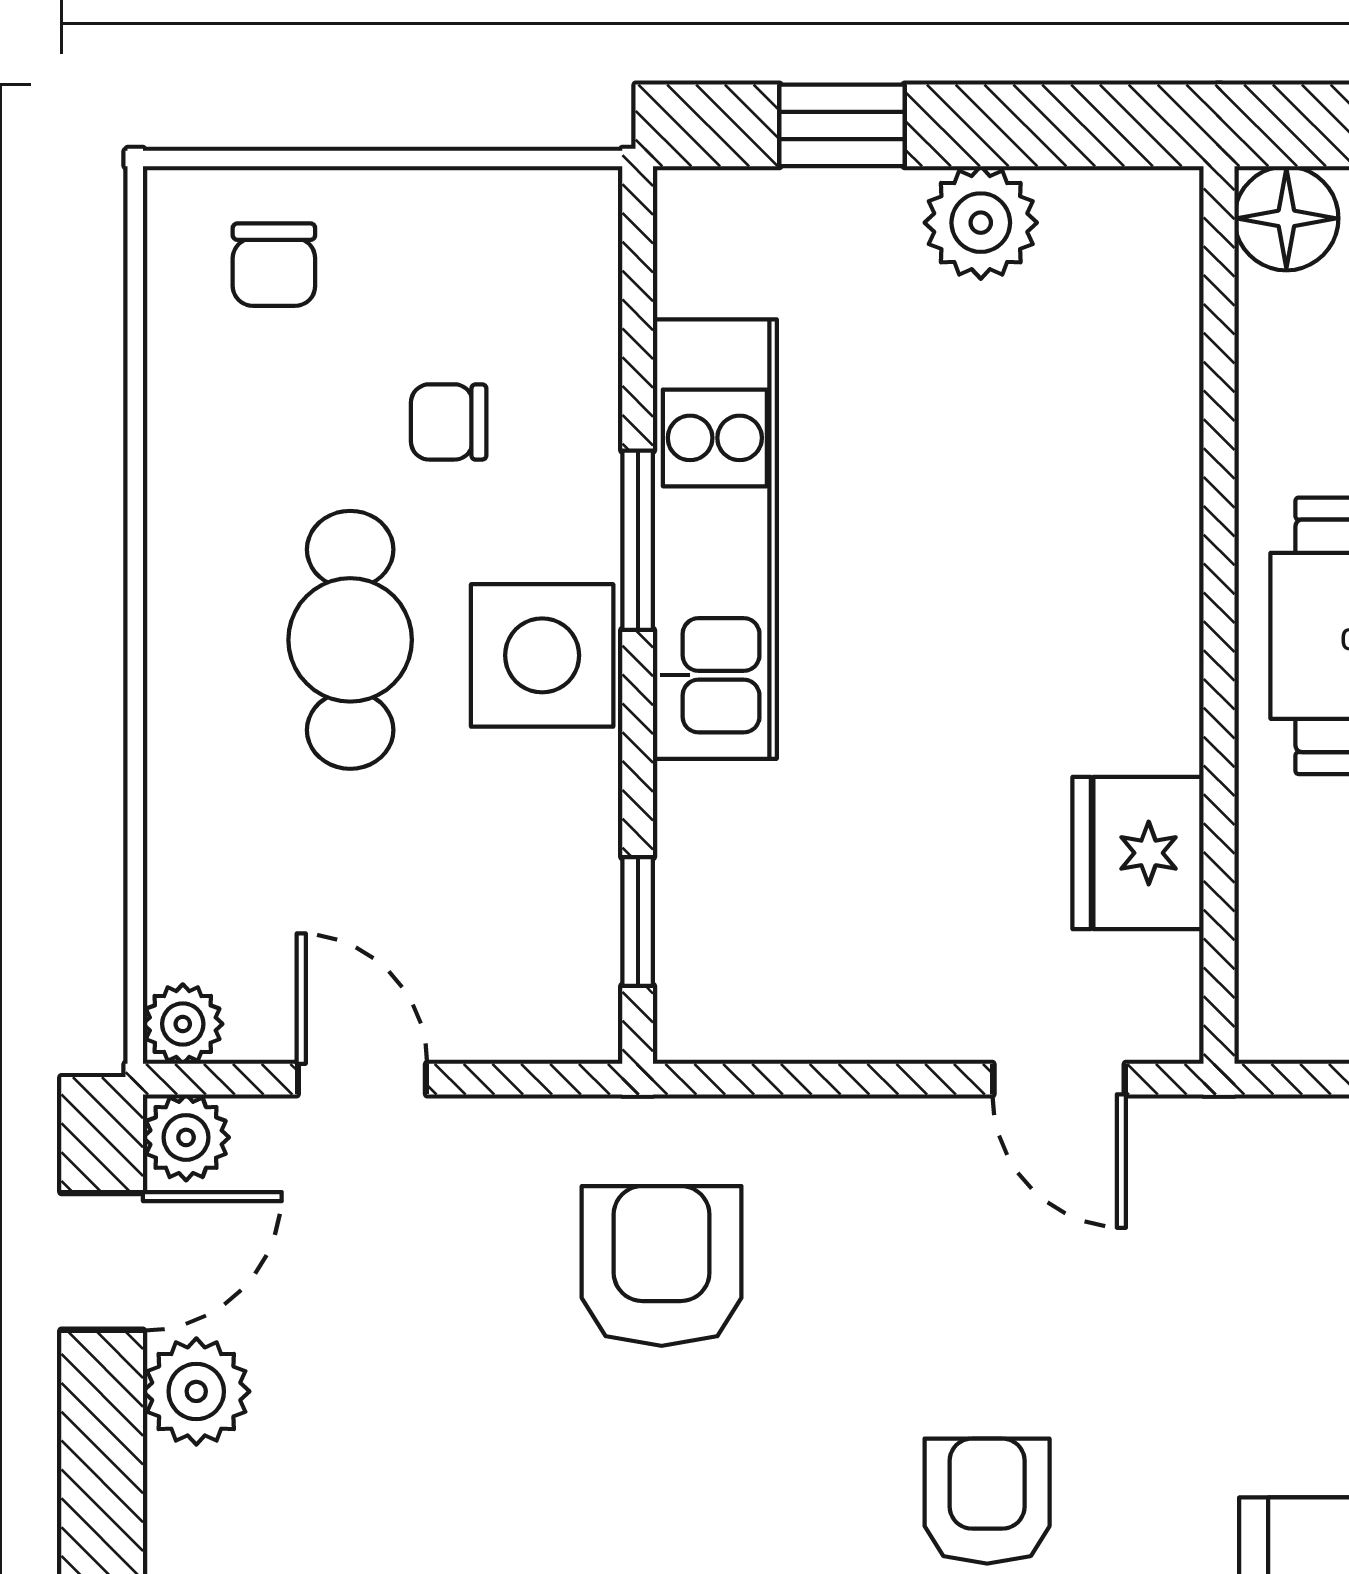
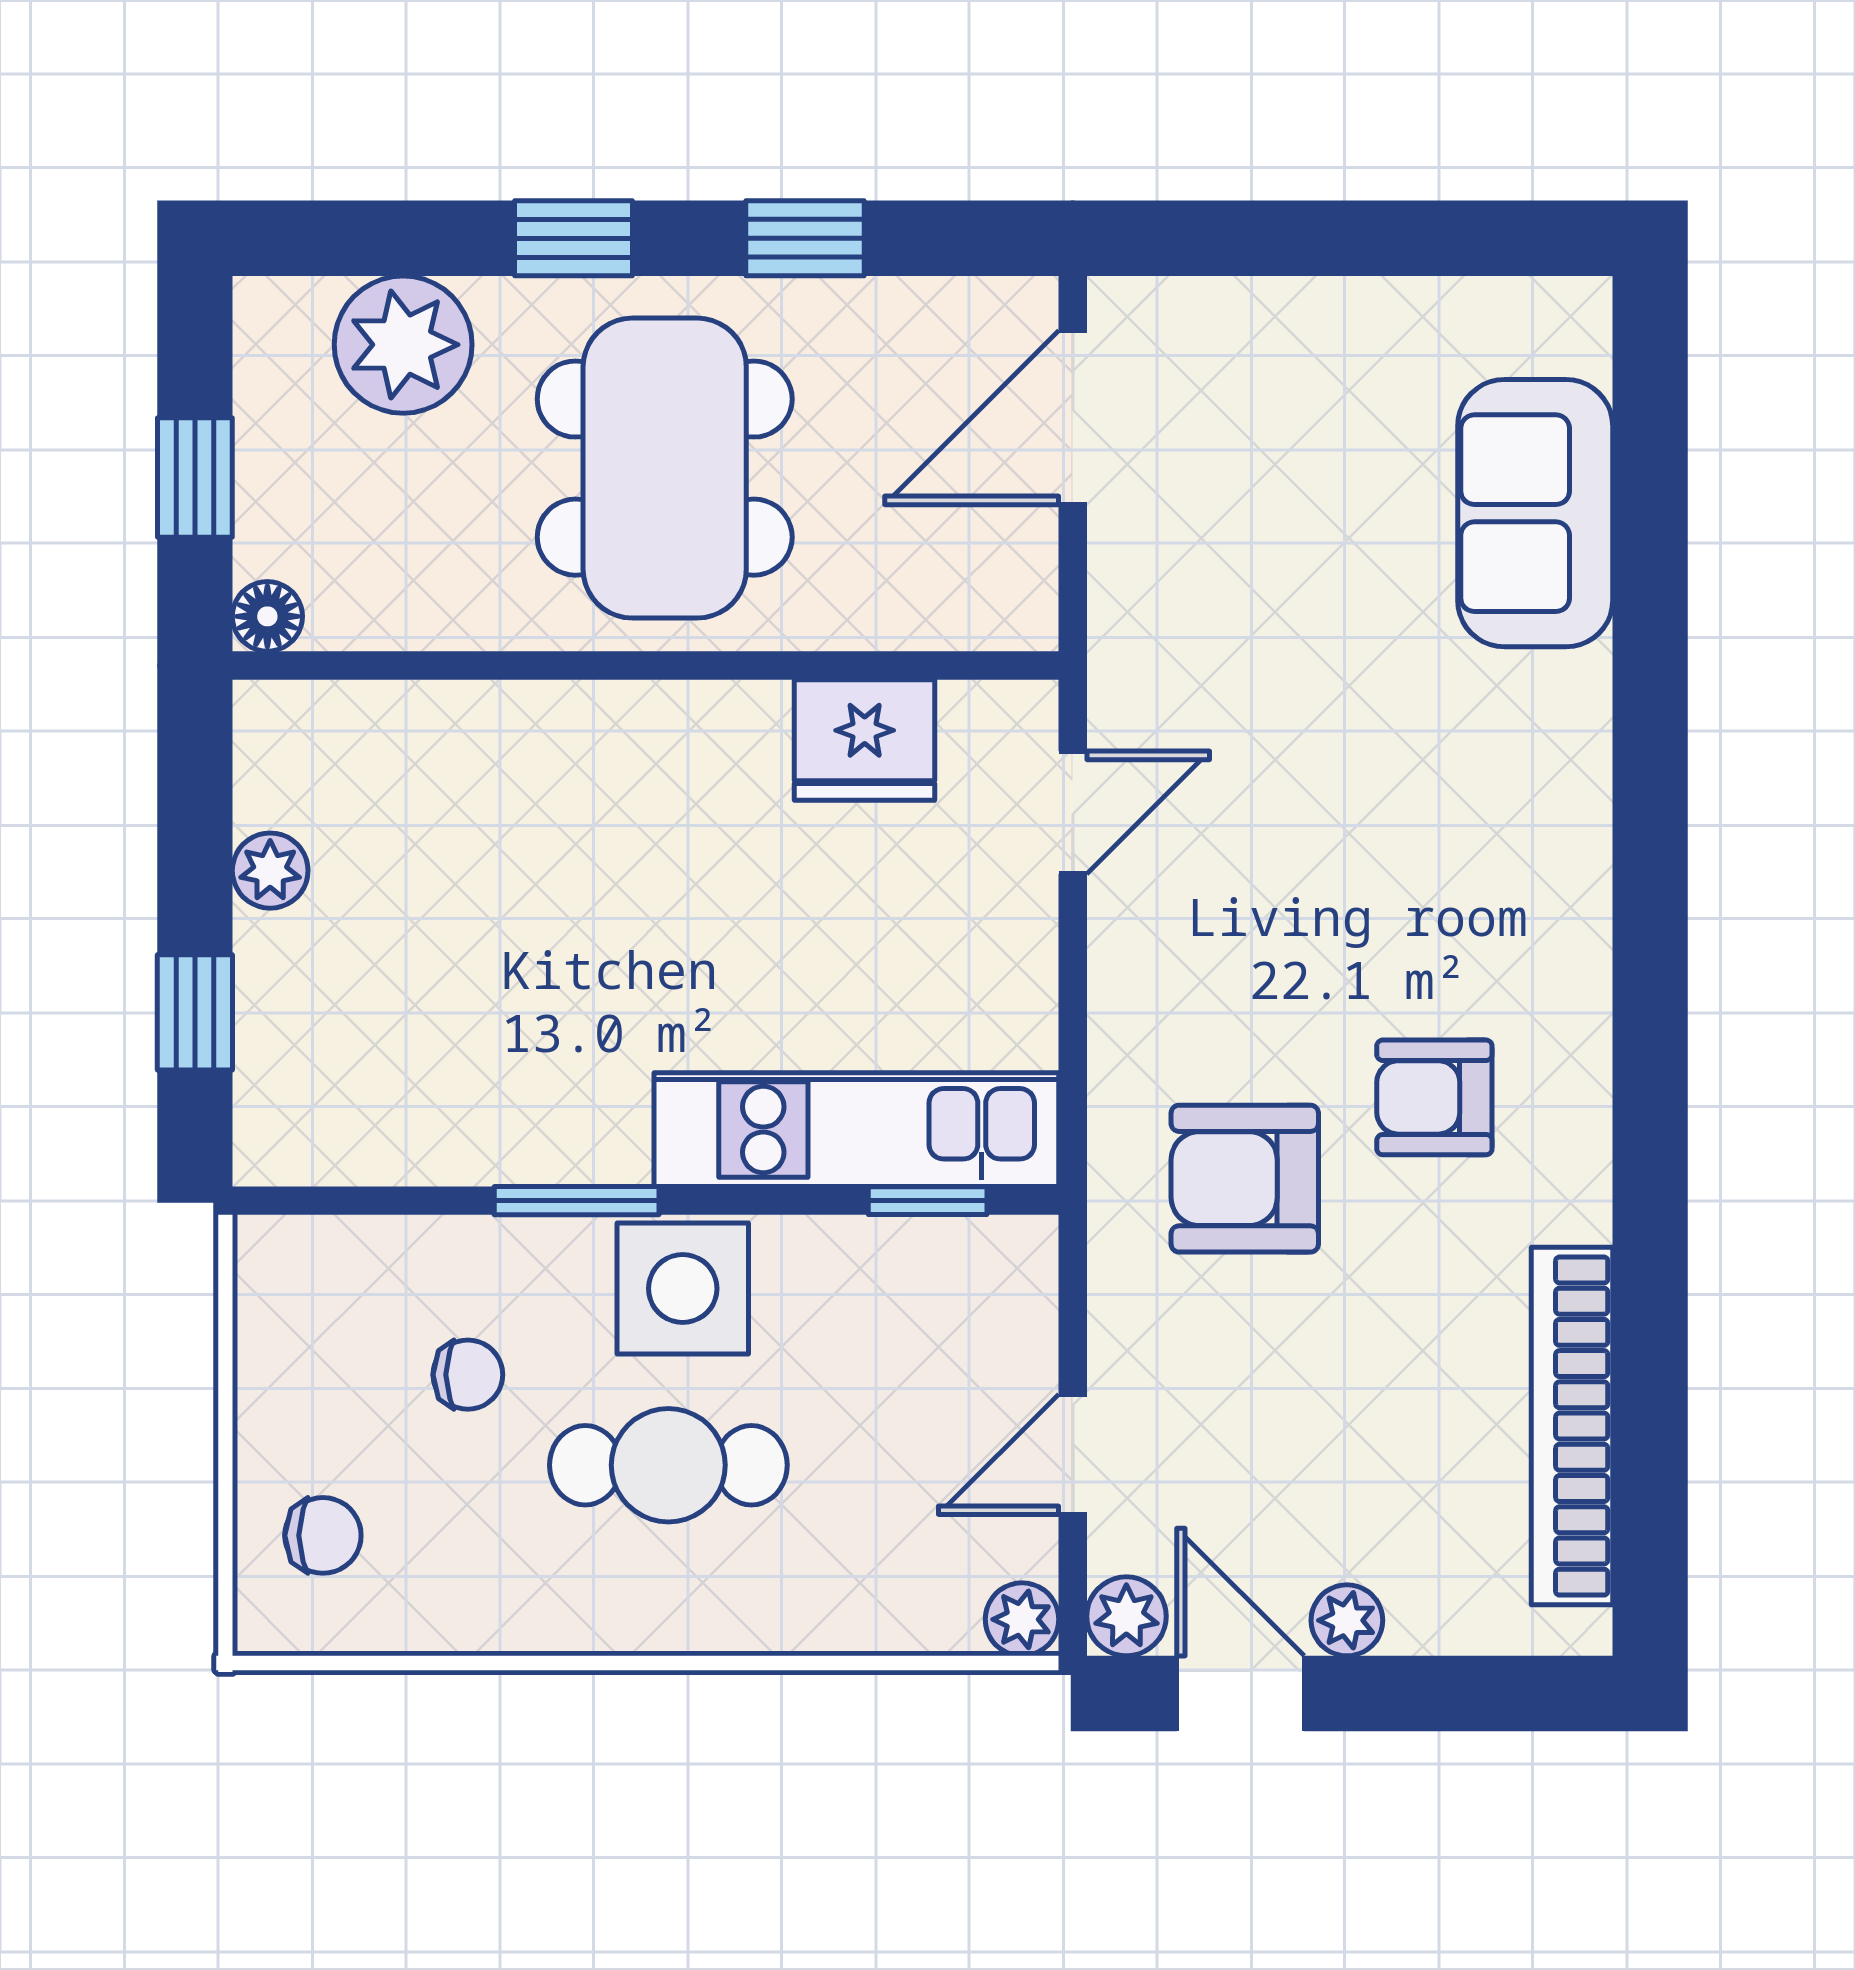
floor lamp: (1286, 218) -> (267, 616), width x0.73, depth x0.73
plant: (981, 223) -> (270, 871), width x0.73, depth x0.73
chair: (449, 422) -> (468, 1375), turned -90
kitchen unit: (715, 539) -> (856, 1130), moved
plant: (196, 1391) -> (1347, 1620), width x0.73, depth x0.73
armchair: (987, 1501) -> (1434, 1097), moved

